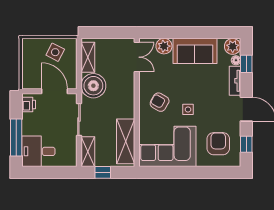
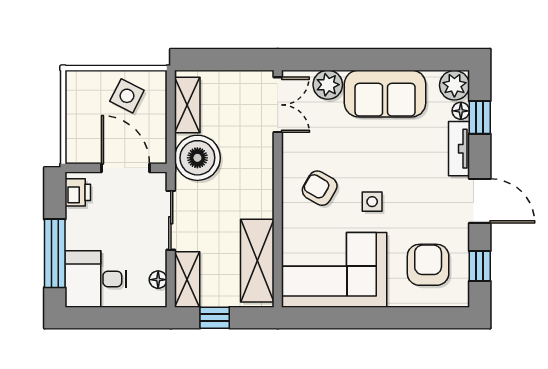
floor lamp: (72, 152) -> (158, 280), added

